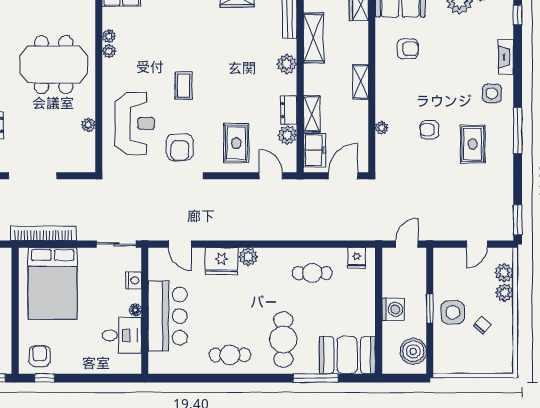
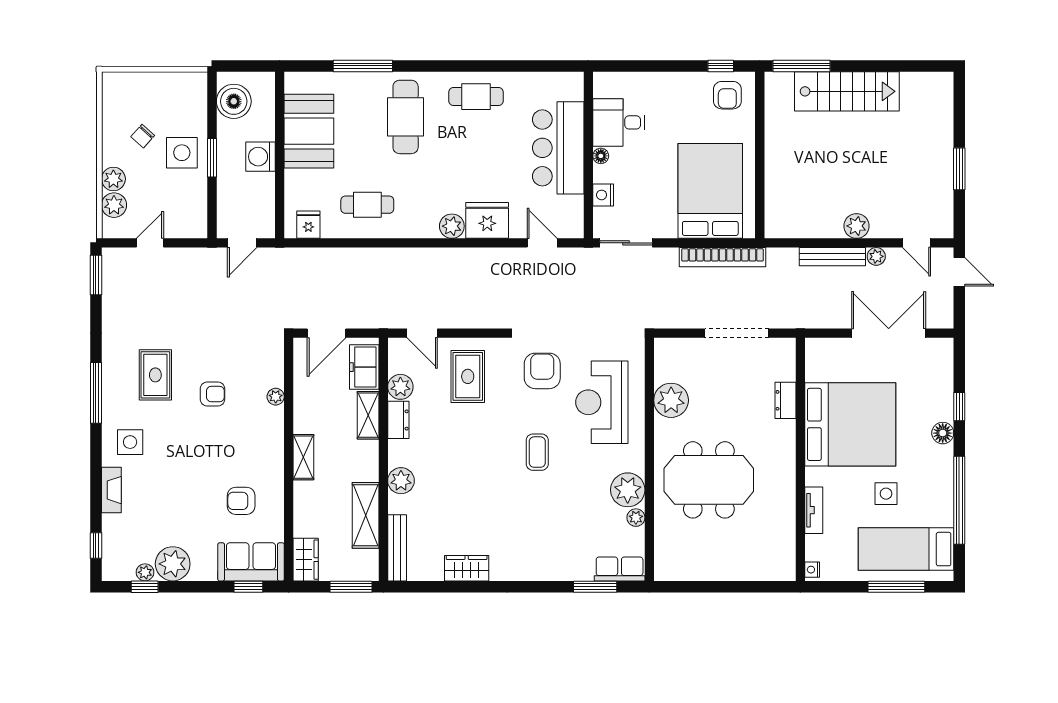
plant: (109, 51) -> (628, 490), width x1.88, depth x1.88
plant: (88, 125) -> (671, 400), width x1.88, depth x1.88
booth: (347, 355) -> (309, 131), moved, turned 90

